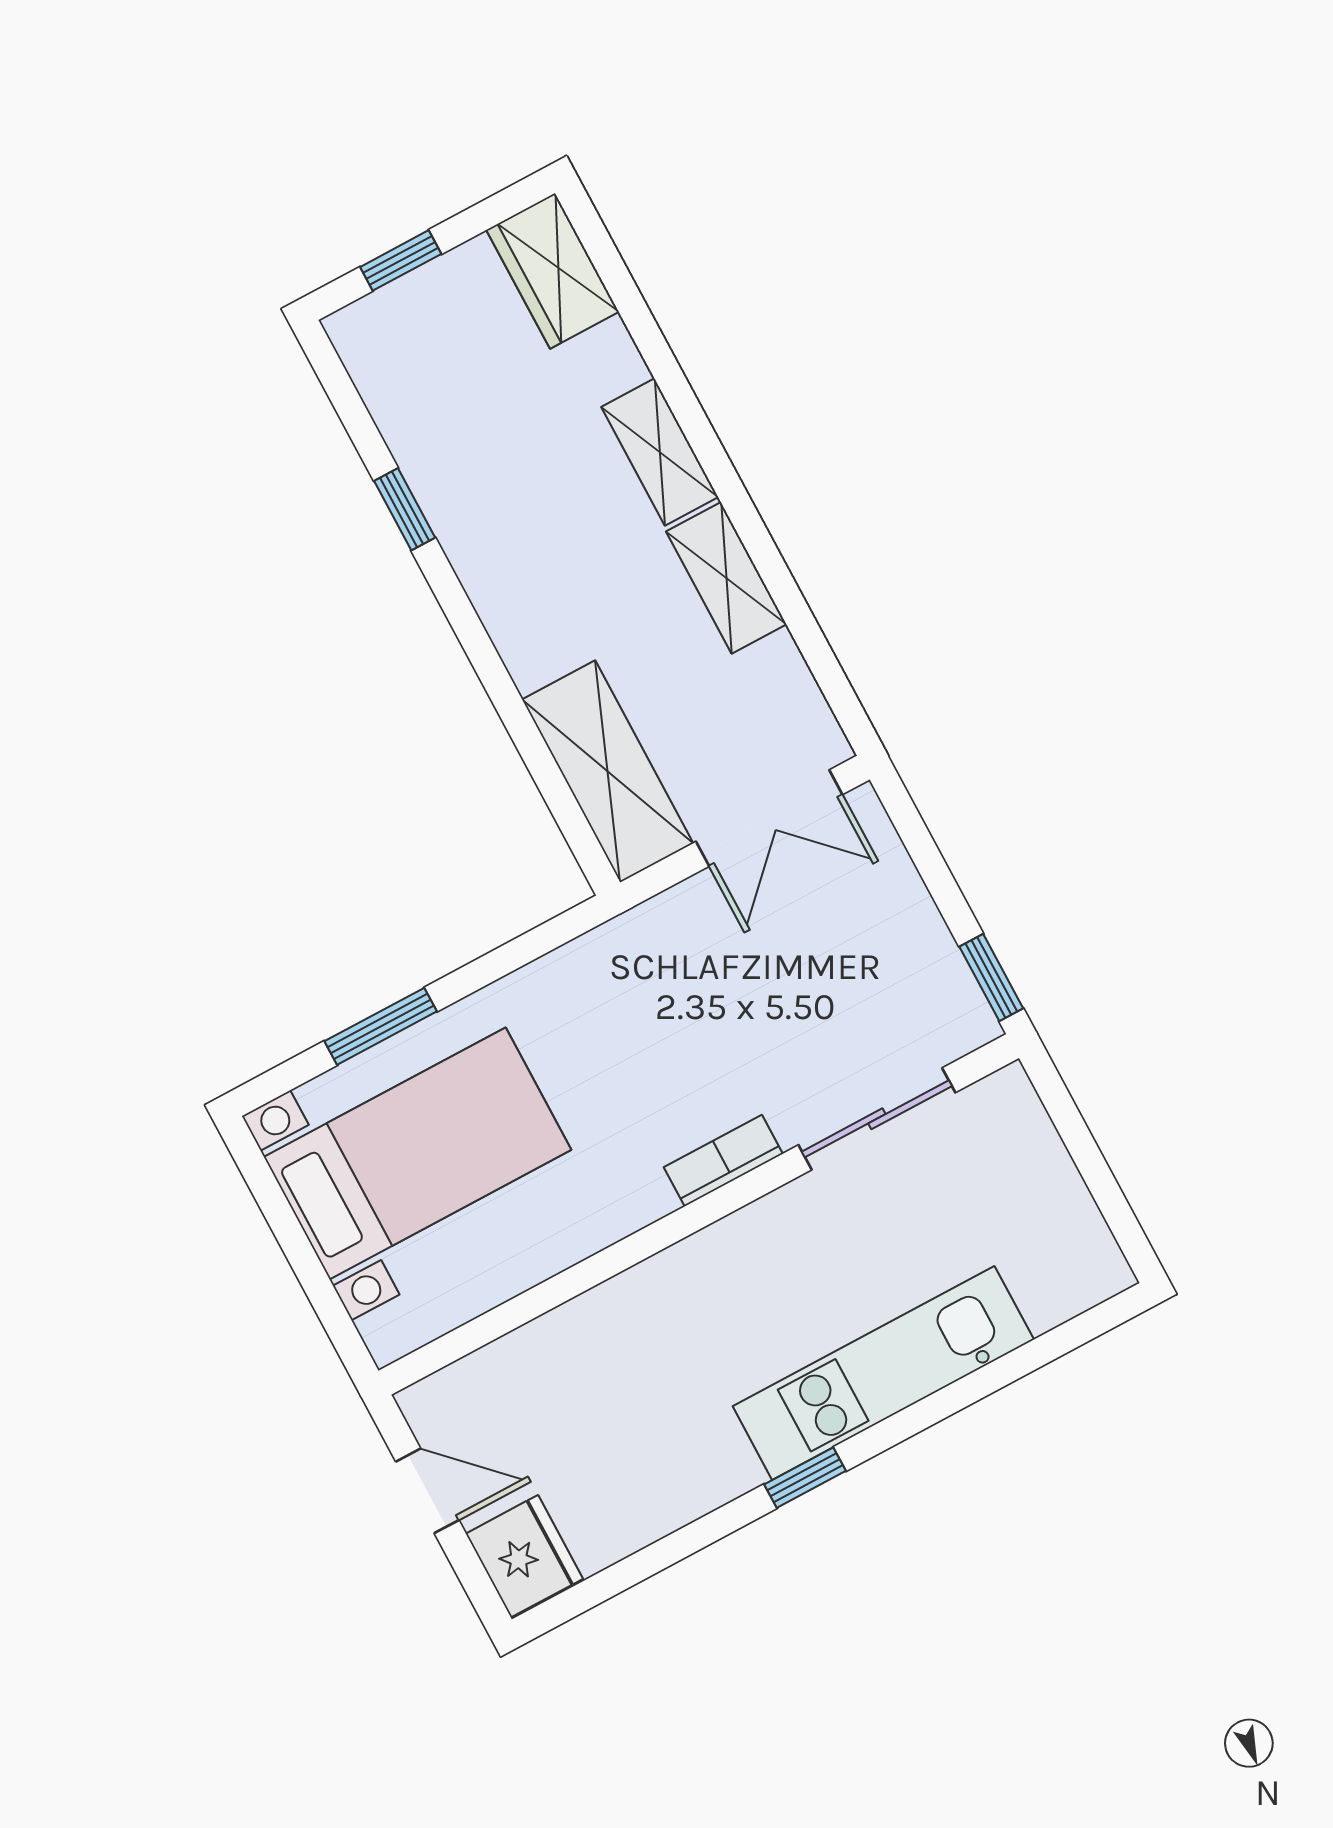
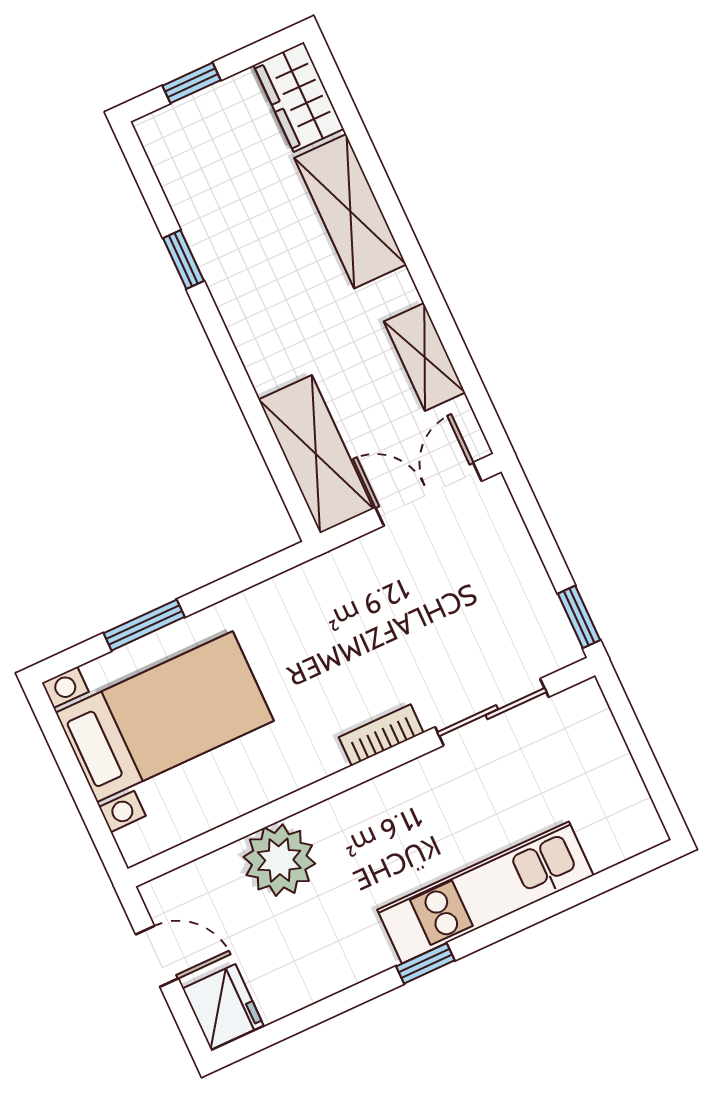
shelving: (660, 452) -> (350, 211), width x1.50, depth x1.33
shelving: (726, 578) -> (425, 357), moved
double door: (769, 818) -> (429, 494), swing flipped
plant: (591, 1345) -> (279, 860), added

